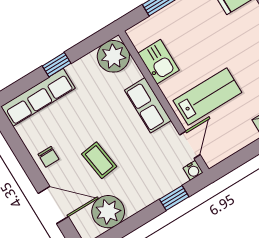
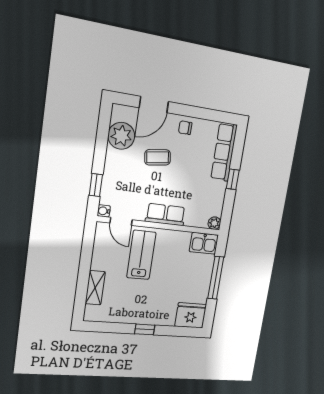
plant: (113, 56) -> (214, 223), width x0.53, depth x0.53
kitchen sink: (158, 62) -> (204, 243), moved
lab bench: (207, 97) -> (141, 255), turned 180

